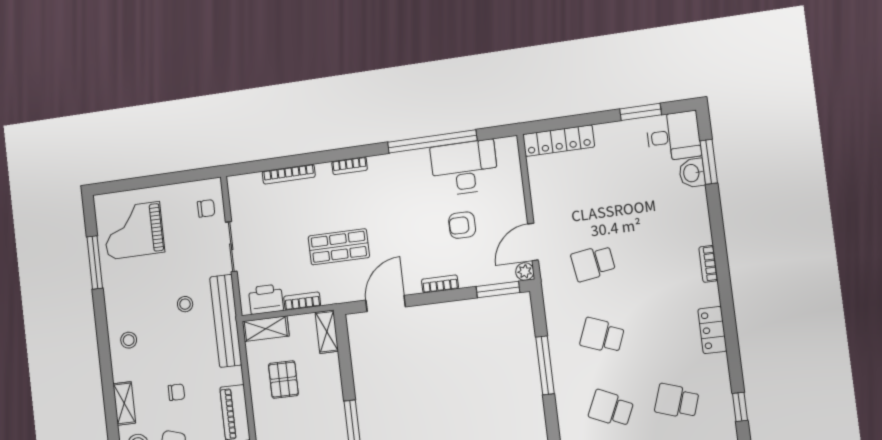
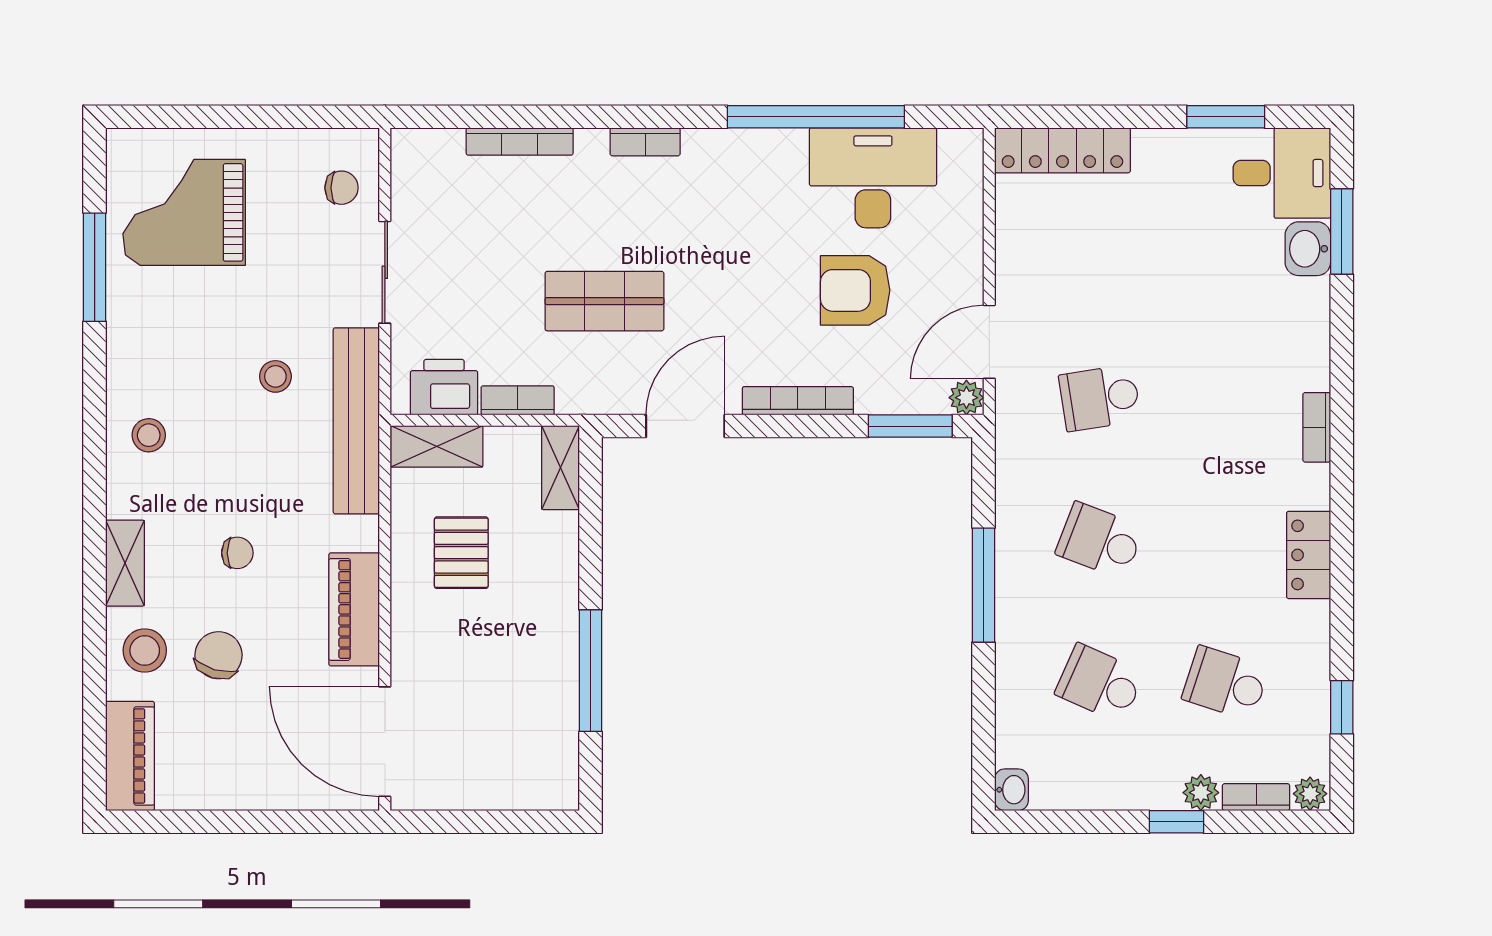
armchair: (462, 225) -> (855, 290), width x1.38, depth x1.38
bookcase: (440, 284) -> (798, 401), width x1.56

